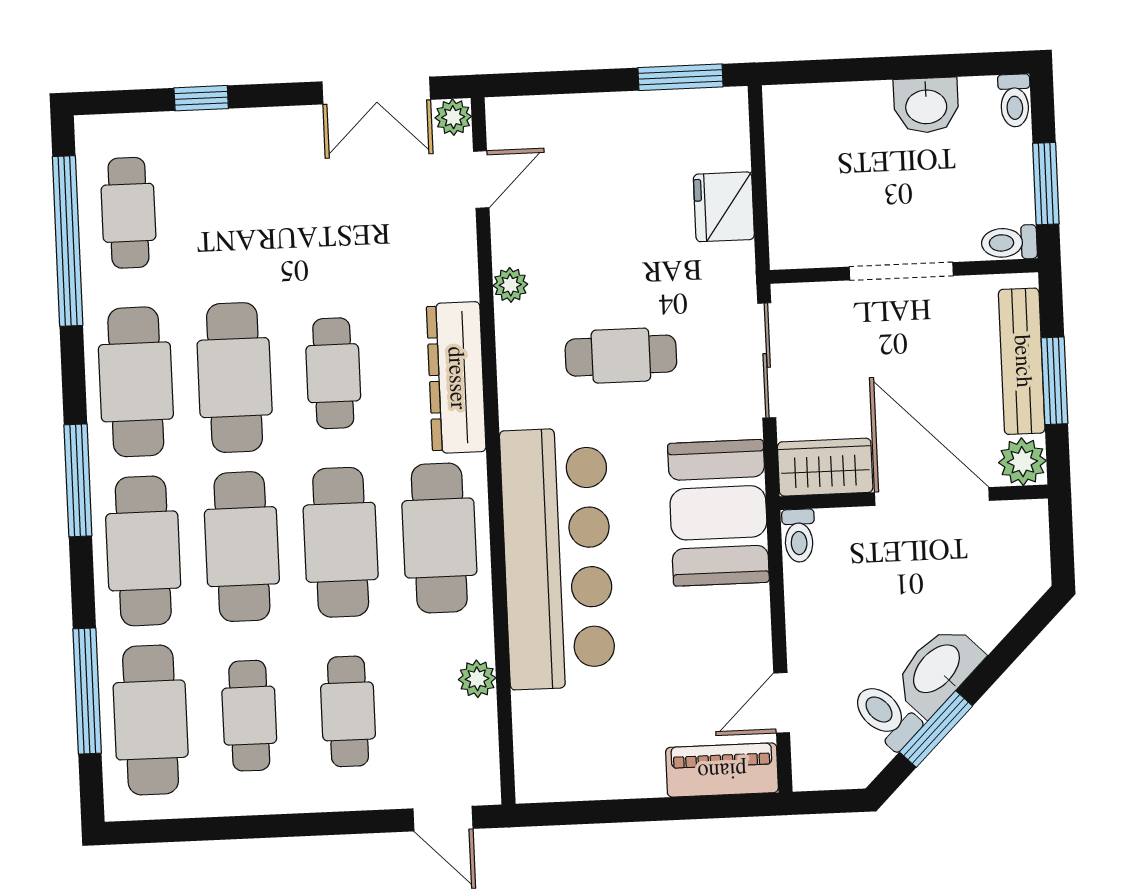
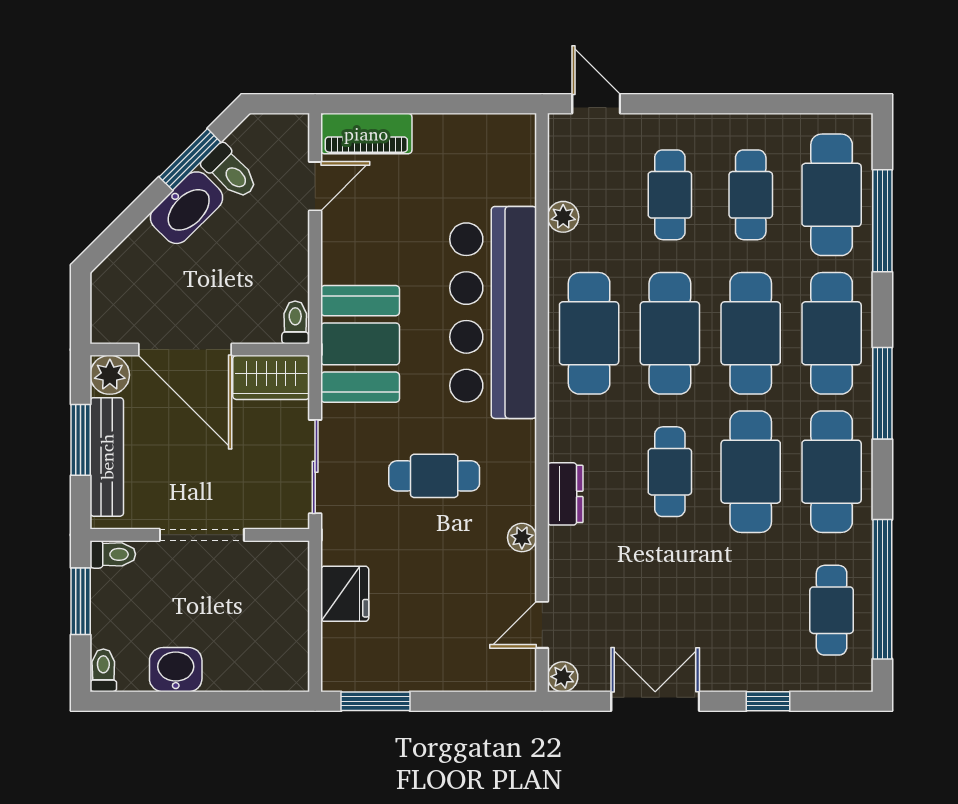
double door: (376, 91) -> (655, 701), moved
dresser: (456, 378) -> (565, 494), width x0.51, depth x0.80

